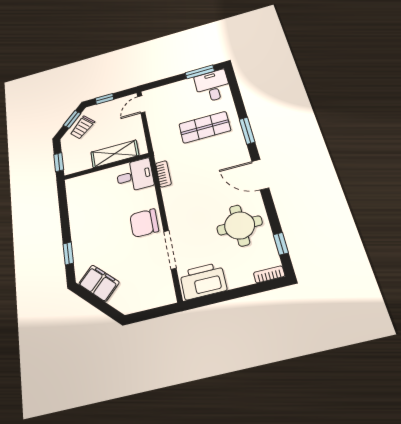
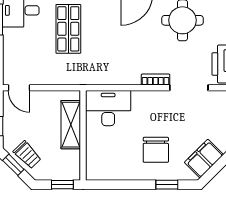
bookcase: (163, 174) -> (156, 80), moved
desk: (135, 176) -> (108, 108), width x1.37
chair: (144, 223) -> (156, 150), moved

